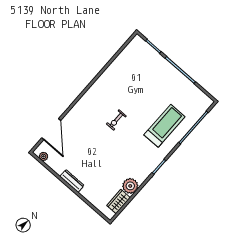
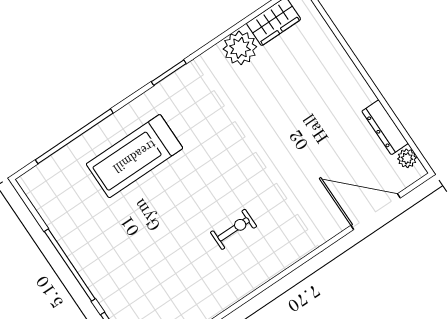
exercise bike: (116, 120) -> (234, 229), moved
door: (51, 129) -> (376, 212), hinge flipped
dresser: (72, 181) -> (385, 127), moved

